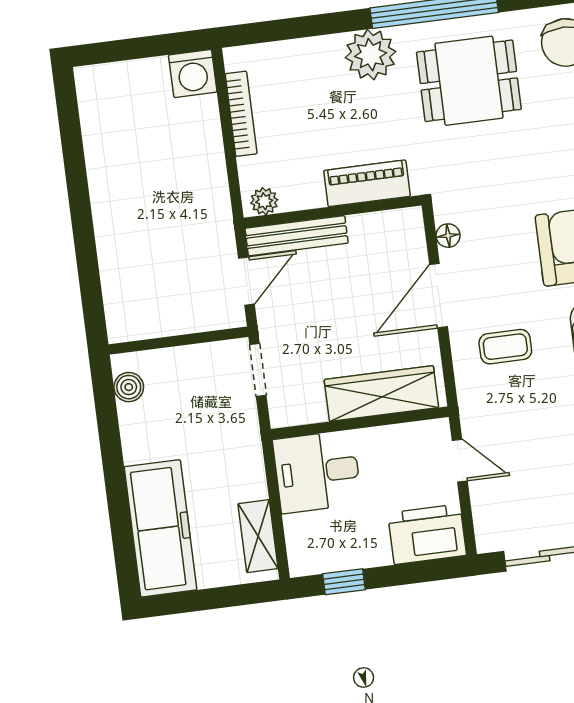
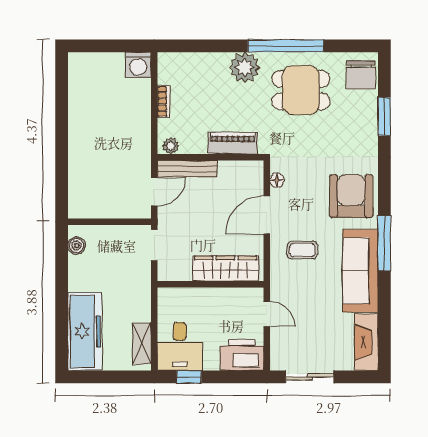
bookcase: (241, 114) -> (164, 101), width x0.64
desk: (317, 472) -> (180, 346), moved, turned -90

